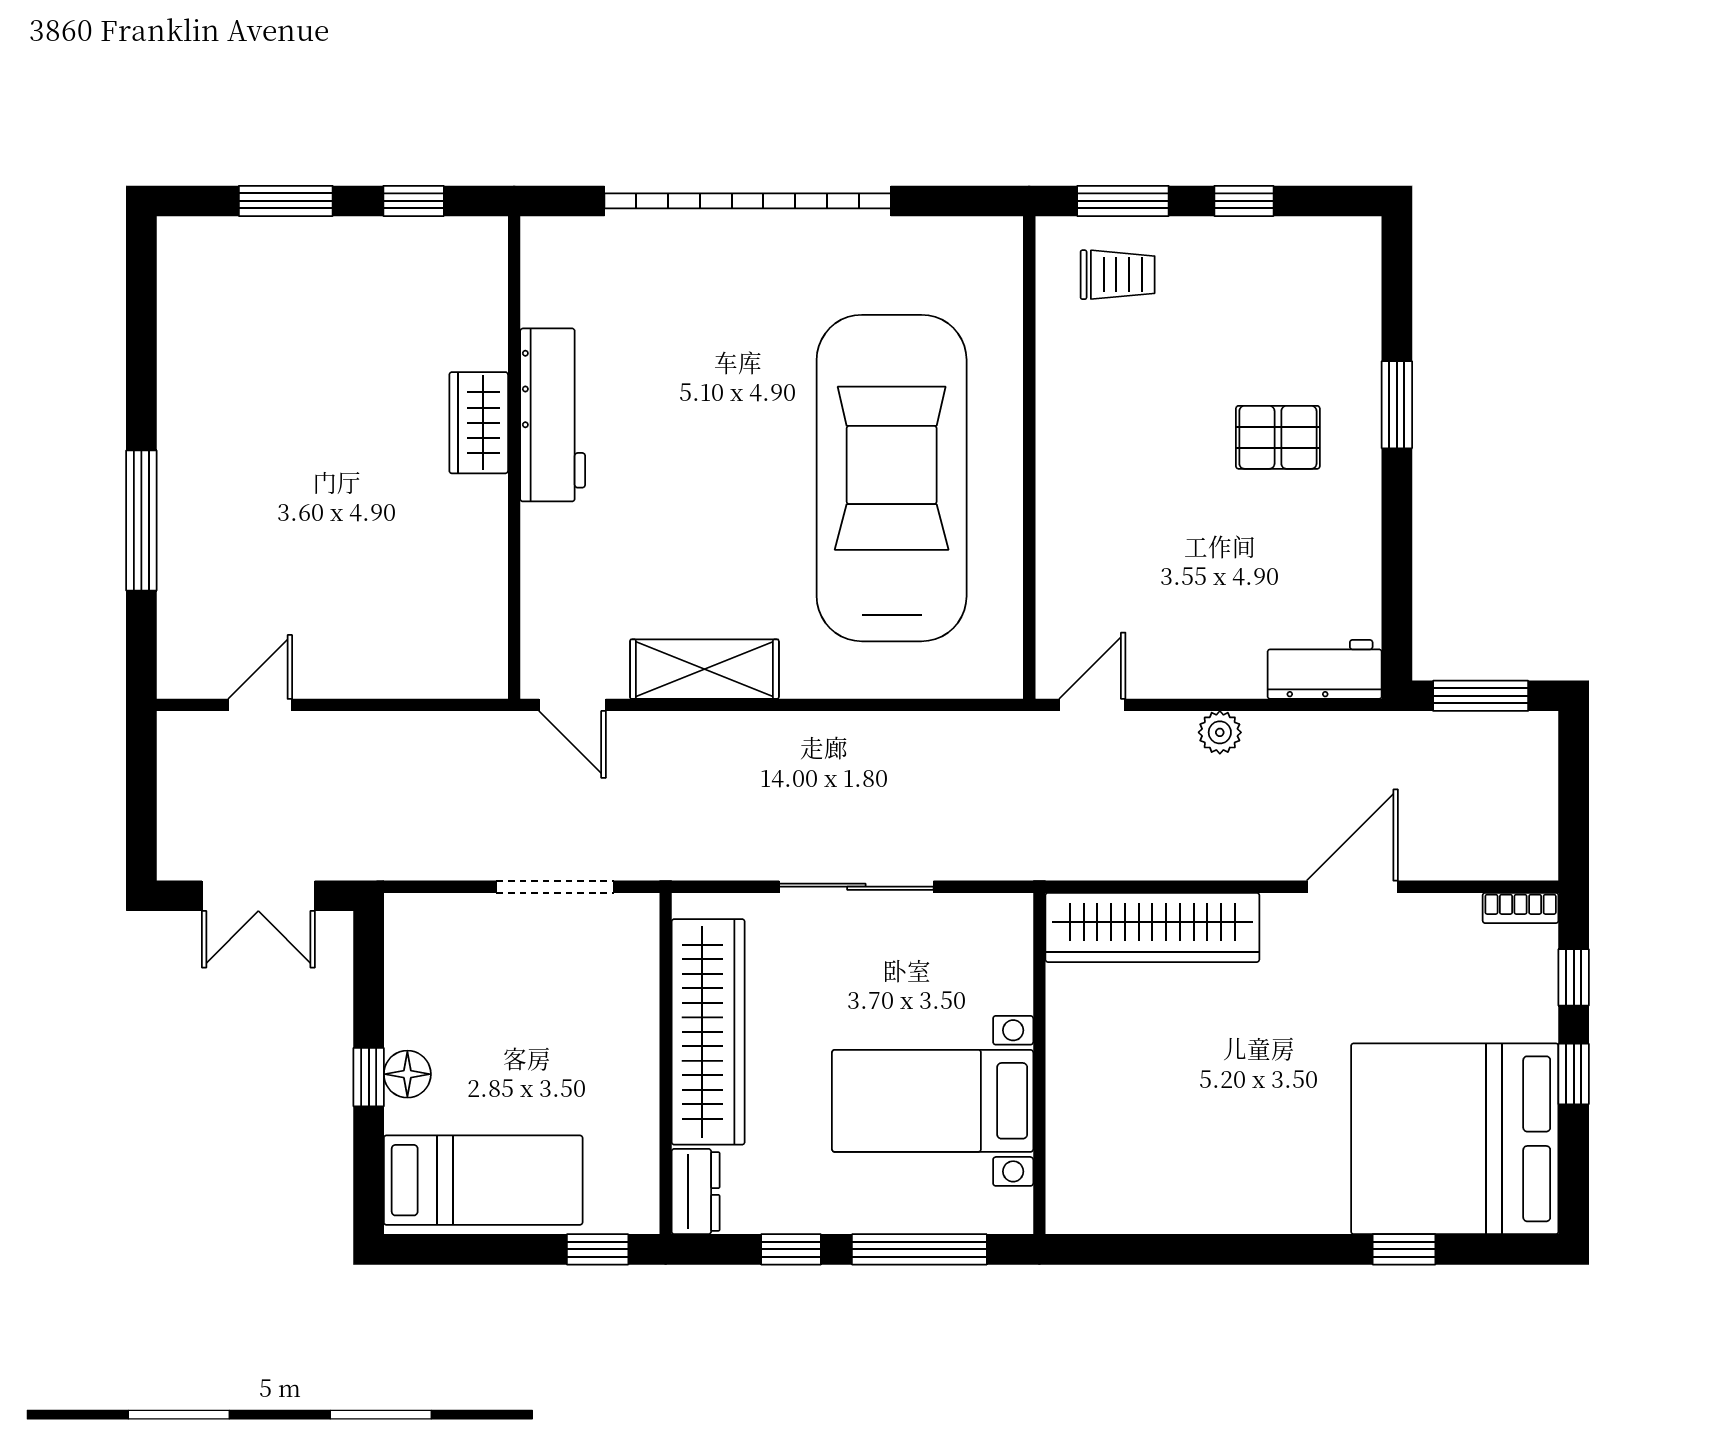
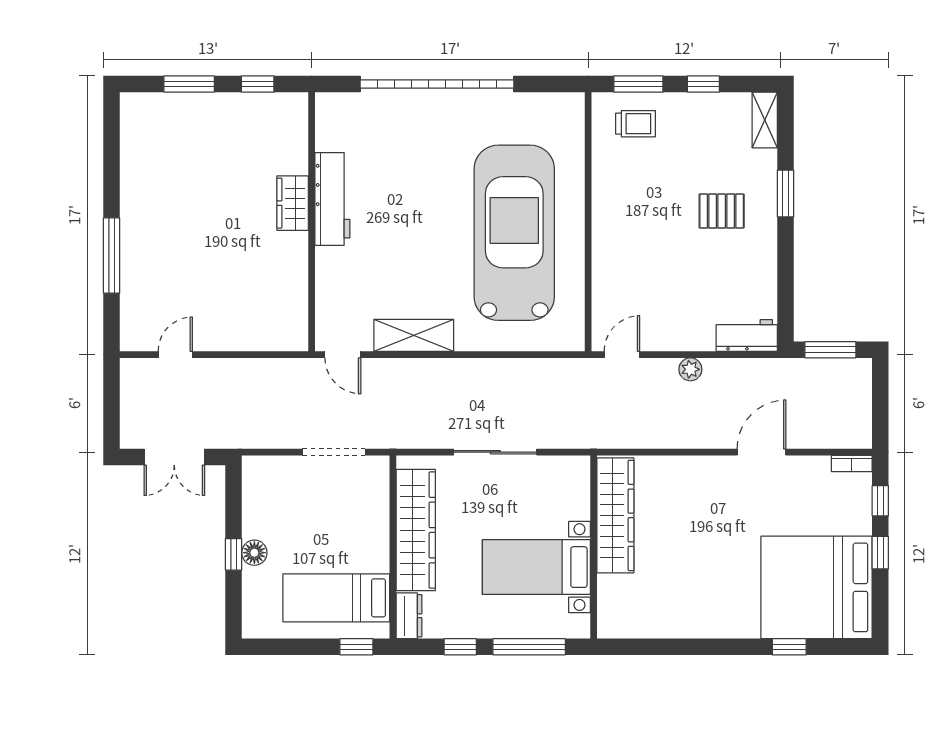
shelving: (1358, 268) -> (765, 120), added
wardrobe: (1152, 927) -> (615, 515), moved, turned -90
bed: (483, 1180) -> (336, 598), moved, turned 180

